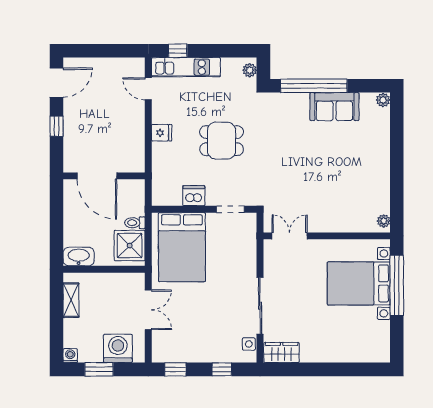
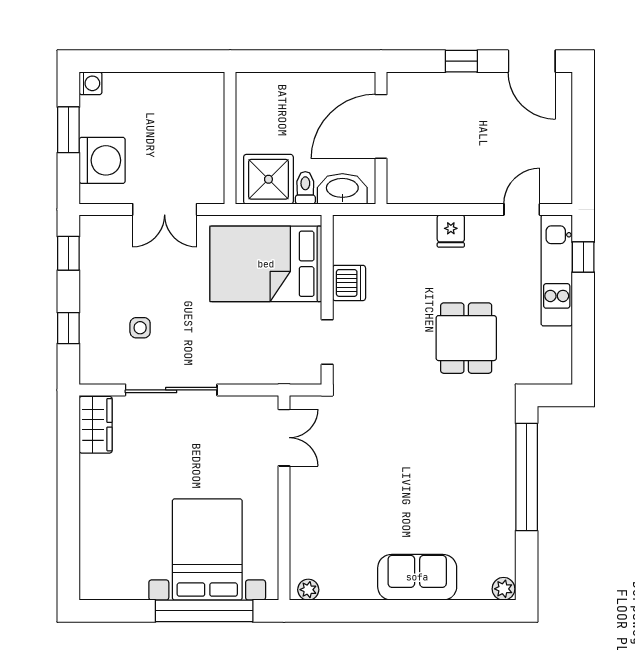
plant: (250, 70) -> (552, 373), removed
sofa: (334, 107) -> (417, 577), moved, turned 90
dining table: (222, 141) -> (466, 338), moved
washbasin: (79, 257) -> (342, 189), moved, turned -90
shelving: (71, 300) -> (180, 85), removed
side table: (249, 344) -> (140, 328), moved

